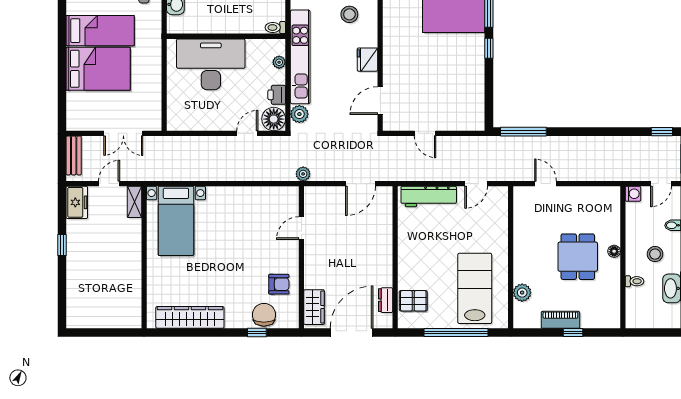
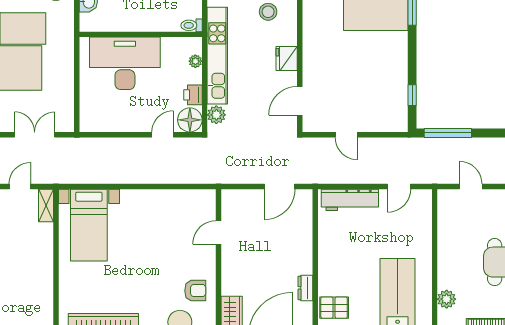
window: (489, 48) -> (412, 95), moved
double door: (123, 133) -> (35, 135), swing flipped
plant: (303, 174) -> (220, 177), removed
dresser: (386, 300) -> (305, 288), moved

